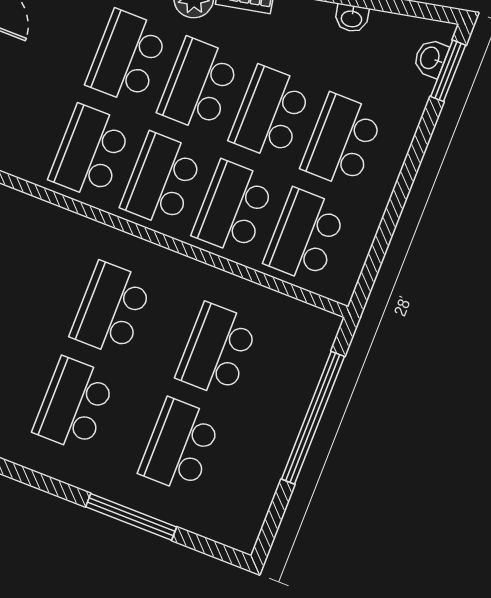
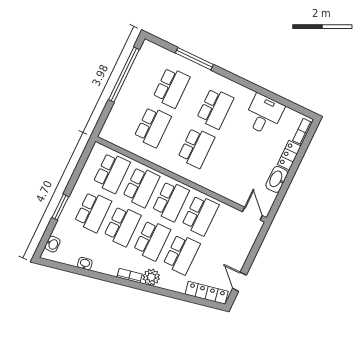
window: (448, 71) -> (60, 207), moved
window: (313, 418) -> (124, 75), moved

